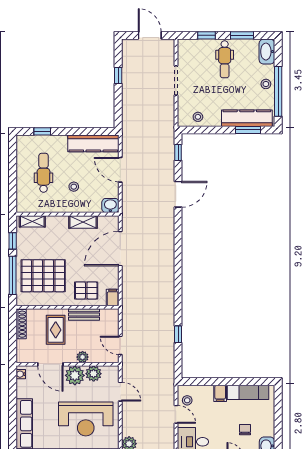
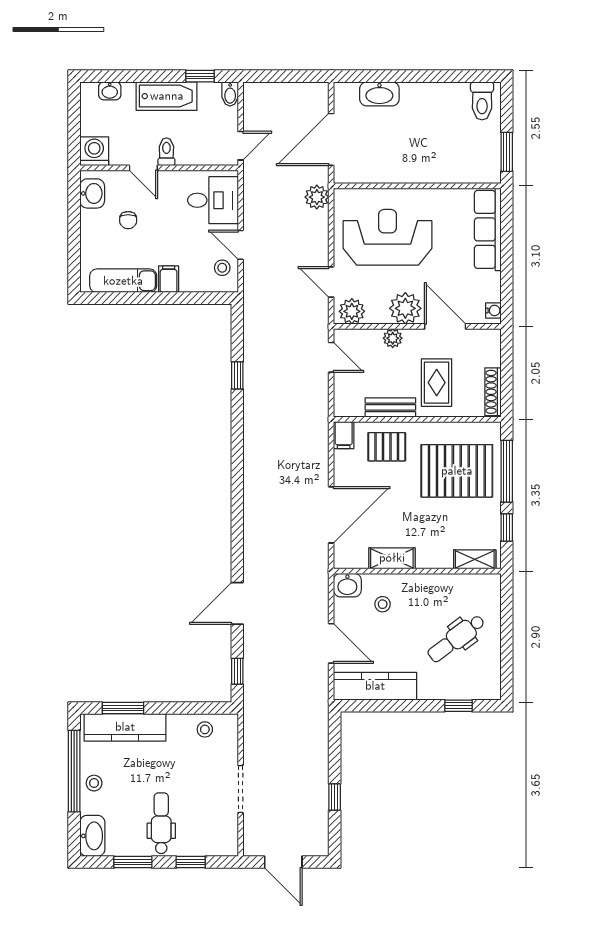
dental chair: (44, 173) -> (456, 638), turned 53
stool: (74, 187) -> (383, 604), moved
plant: (94, 374) -> (352, 311), moved

